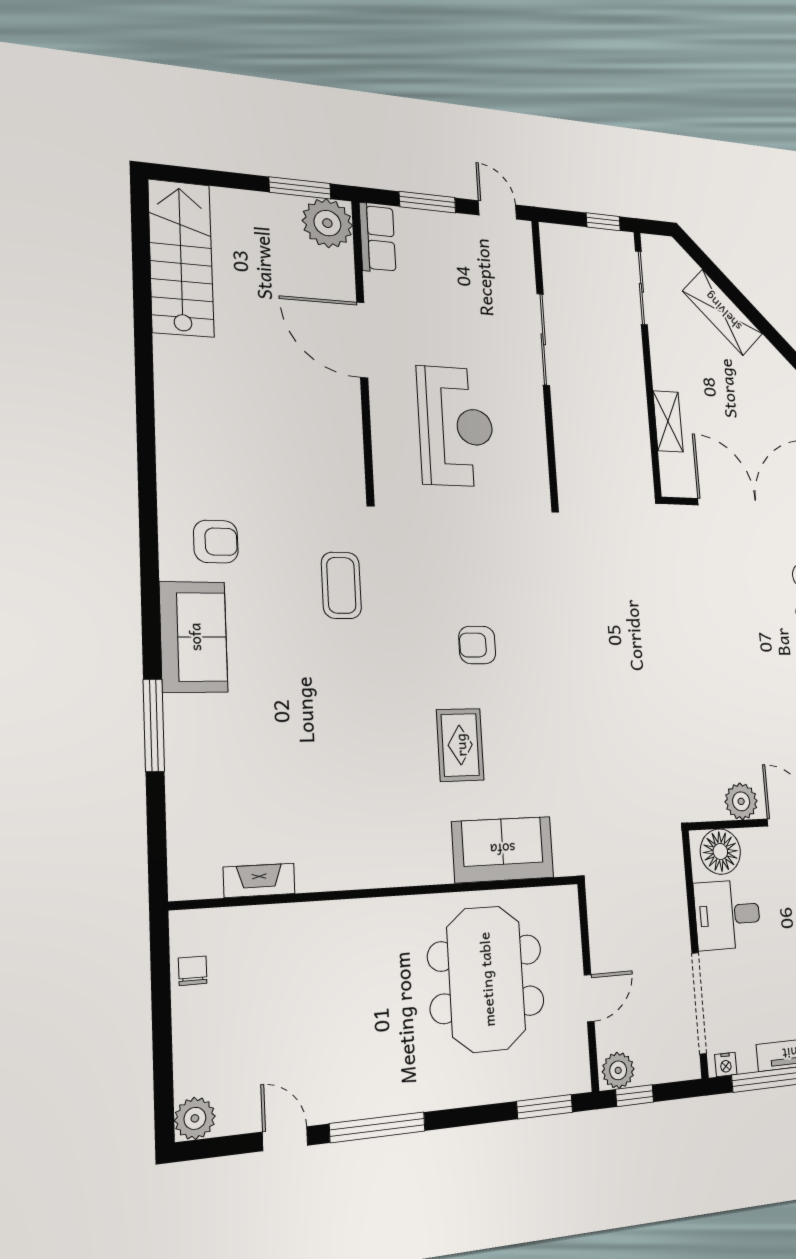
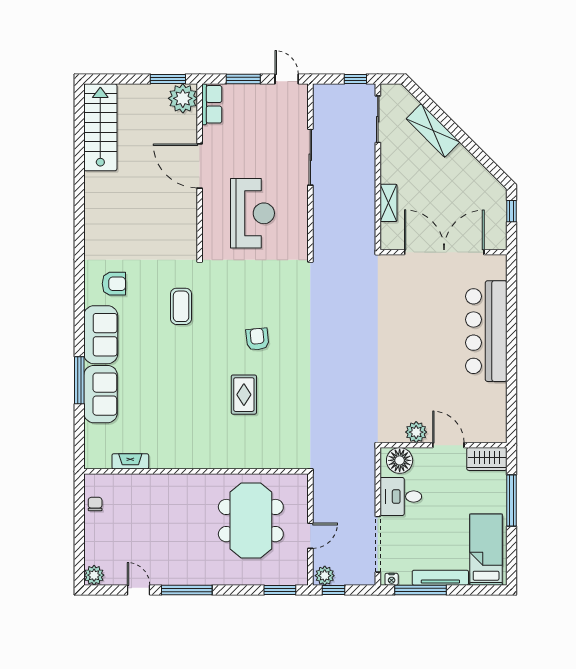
armchair: (477, 645) -> (257, 339), turned 84
sofa: (503, 850) -> (101, 394), moved, turned 90

